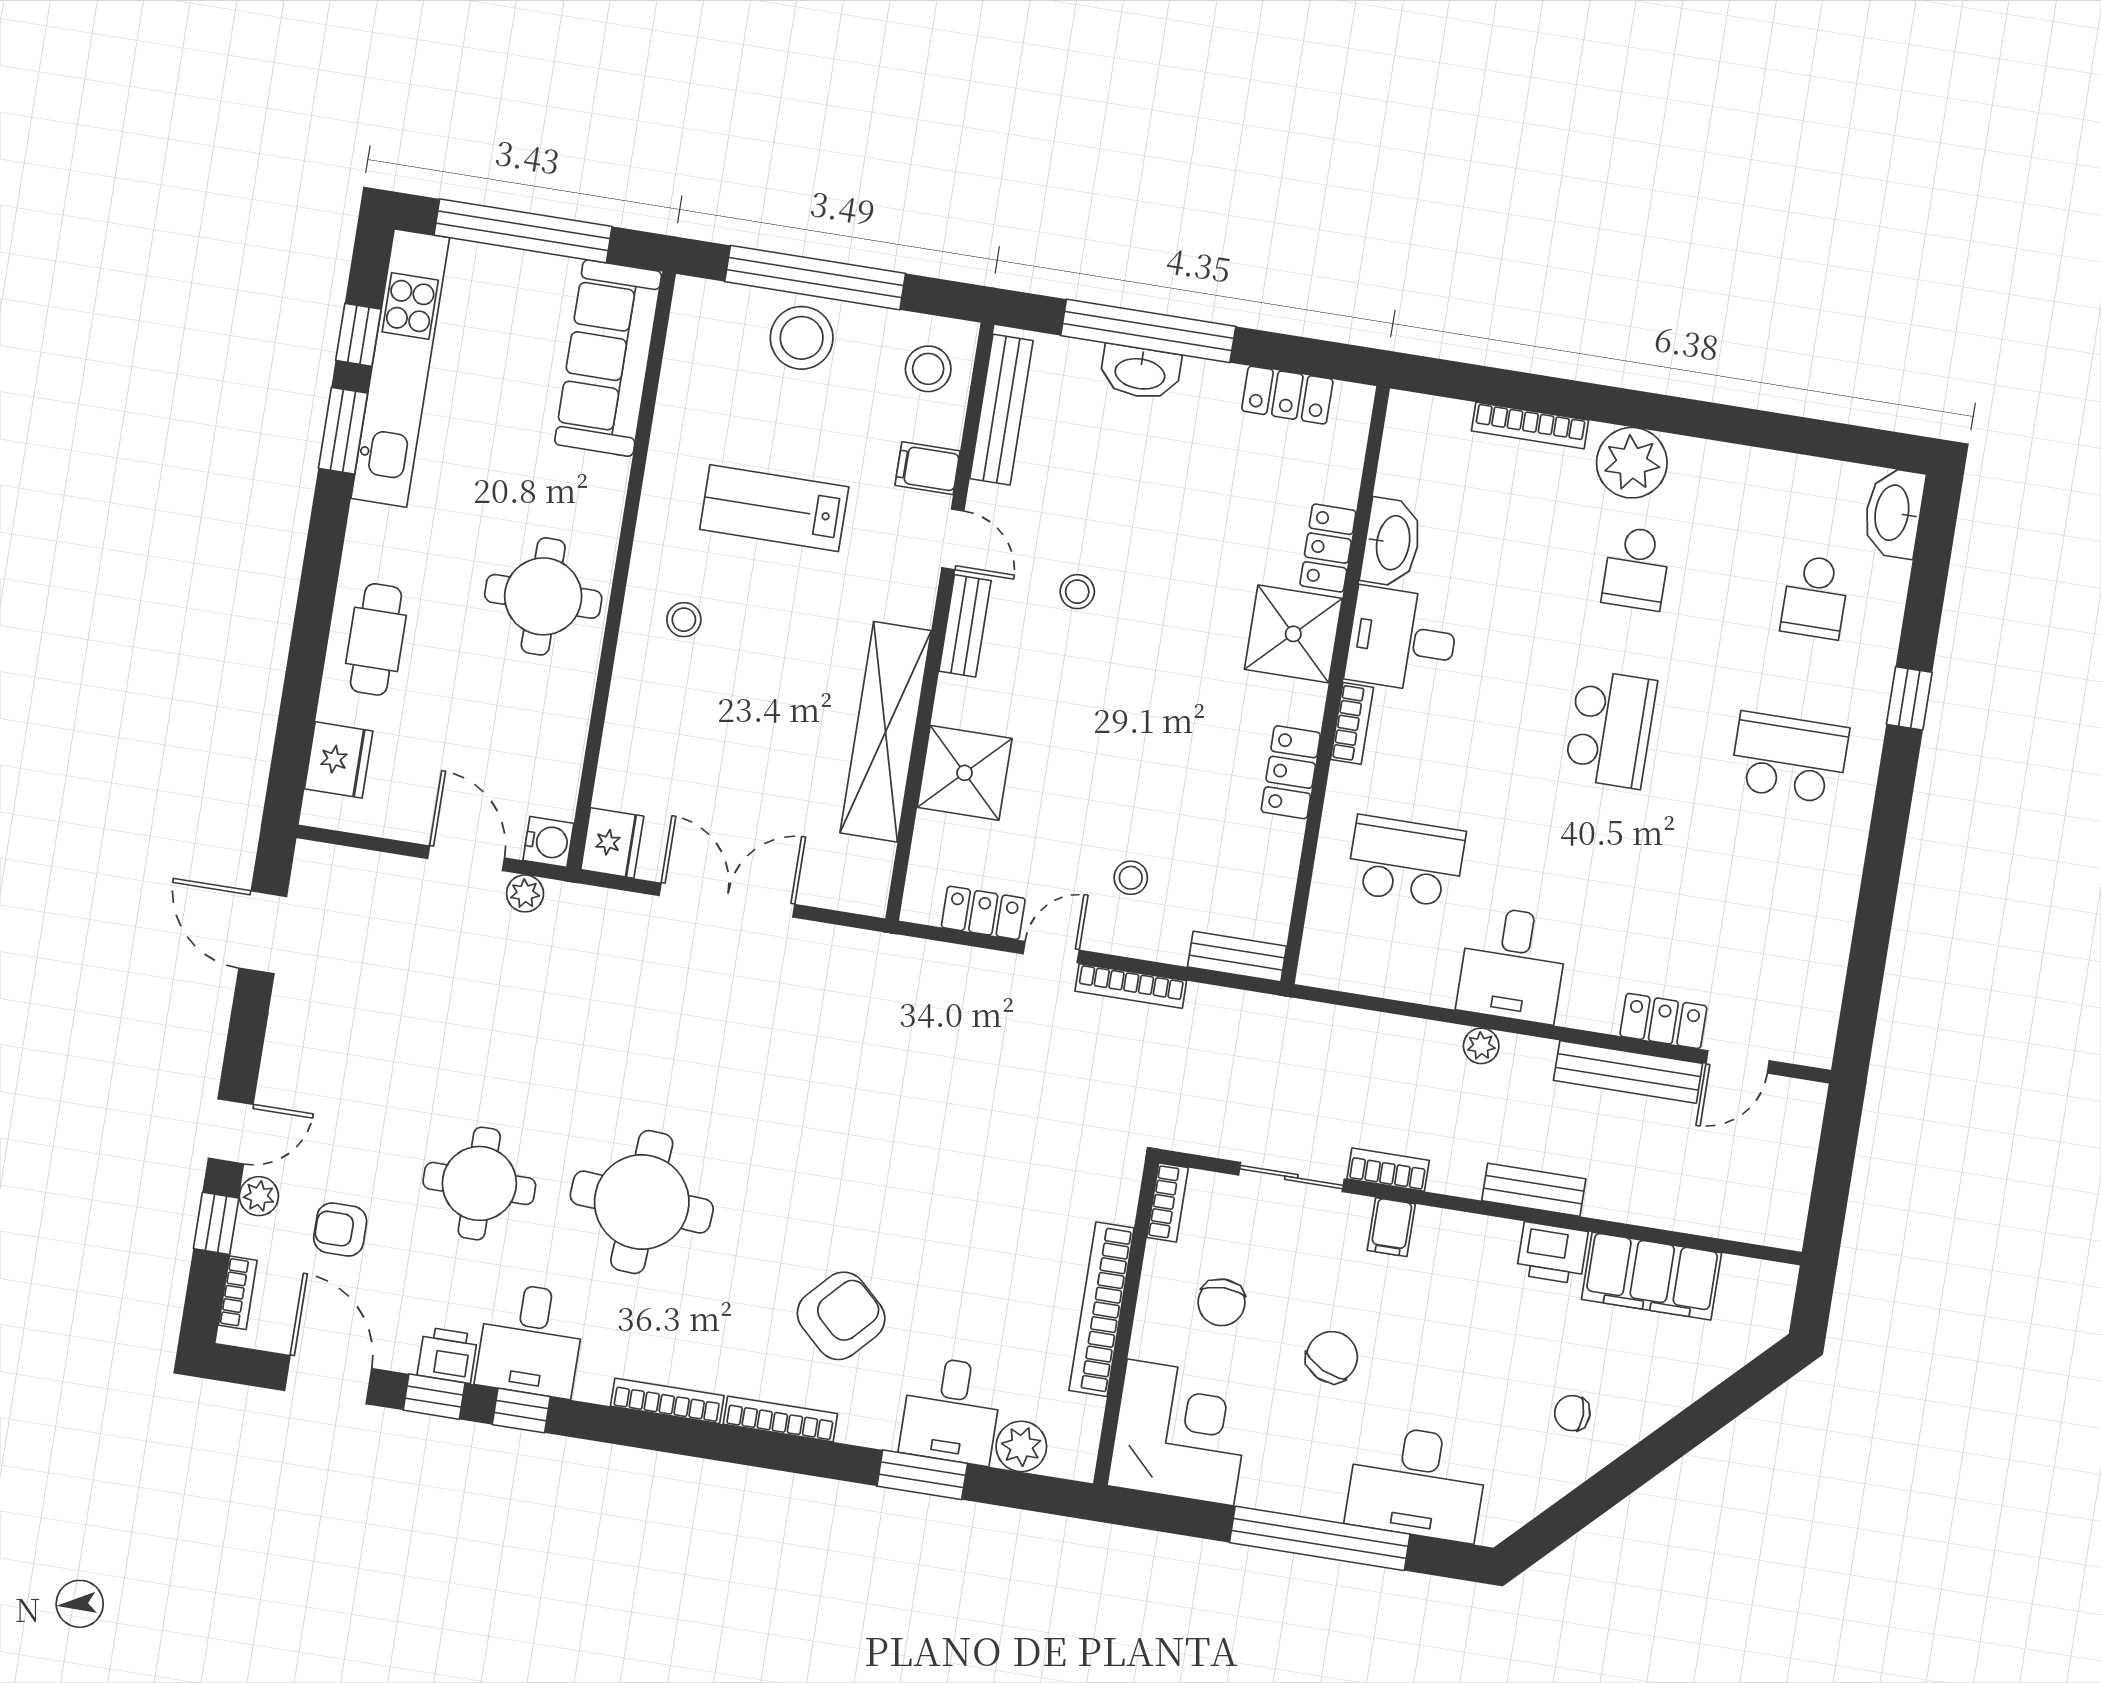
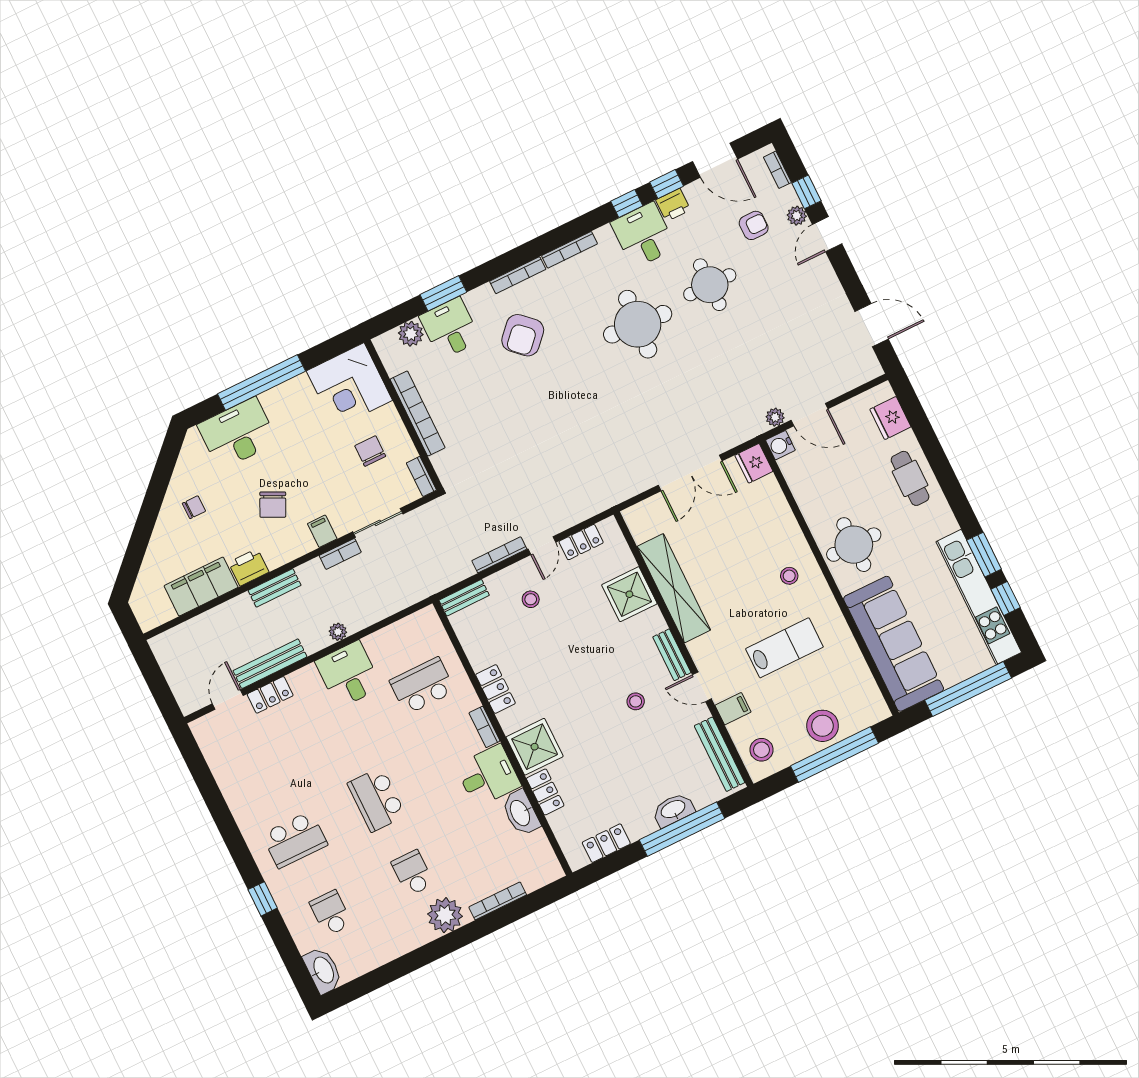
sofa: (608, 358) -> (894, 644), width x1.36, depth x1.27
school desk: (1406, 861) -> (422, 686), turned 180
chair: (1332, 1357) -> (273, 505), moved

